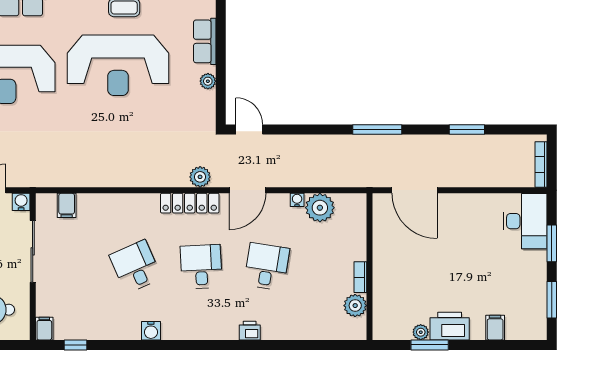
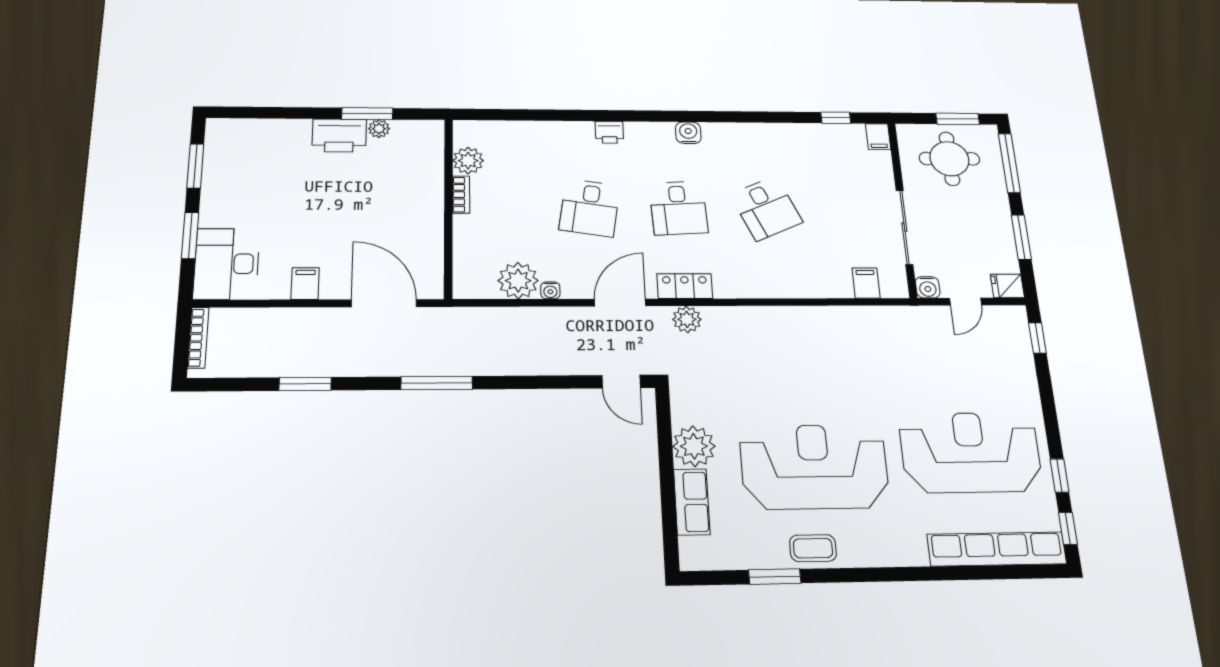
plant: (208, 81) -> (694, 446), width x1.87, depth x1.87
locker: (190, 203) -> (685, 286), width x0.66
filing cabinet: (495, 328) -> (305, 284), moved, turned 180
water cooler: (151, 331) -> (688, 133), moved

